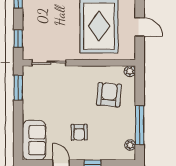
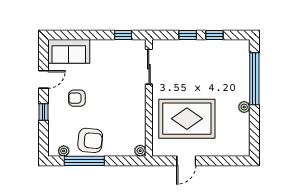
window: (18, 39) -> (188, 35), moved
window: (18, 88) -> (123, 35), width x0.67
armchair: (109, 95) -> (90, 140), moved

